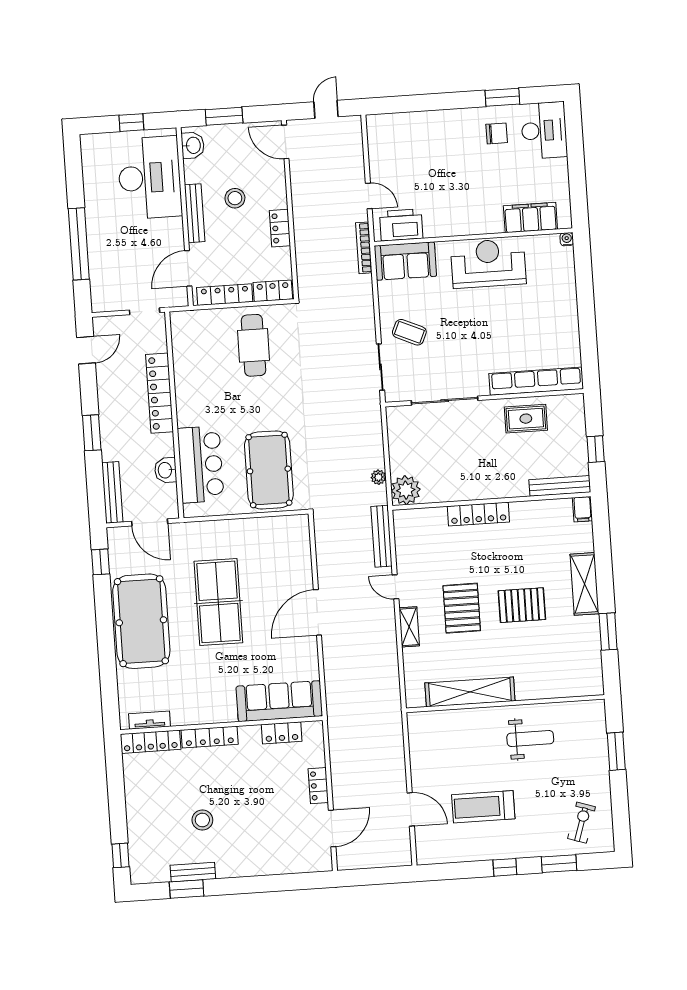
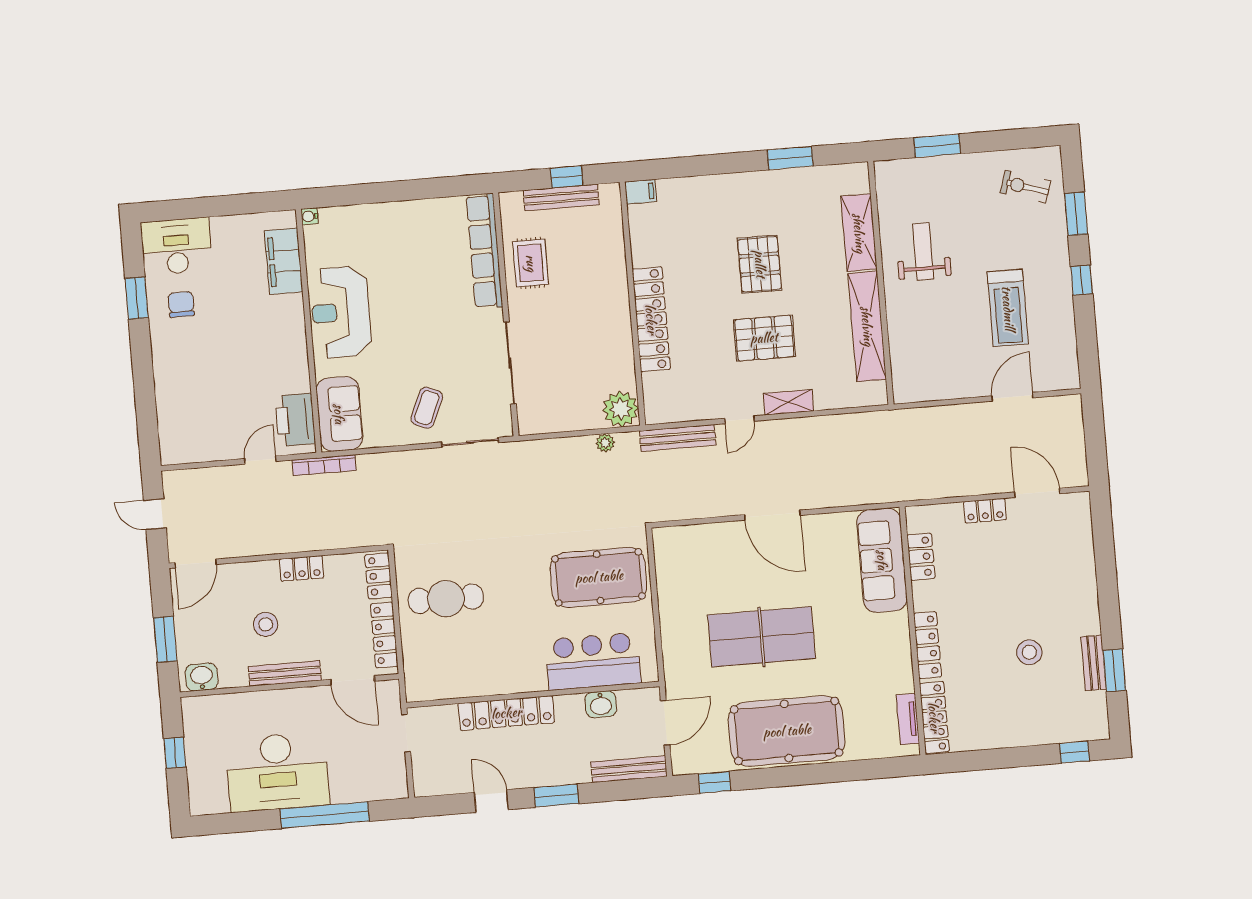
desk: (150, 178) -> (277, 772), moved, turned 180
door: (86, 350) -> (491, 801), moved
bench: (560, 486) -> (561, 198), moved, turned 90
locker: (478, 514) -> (651, 319), width x1.41, depth x1.21
shelving: (584, 584) -> (859, 233), moved, turned 90

